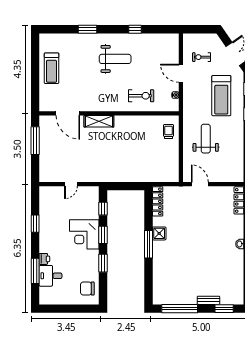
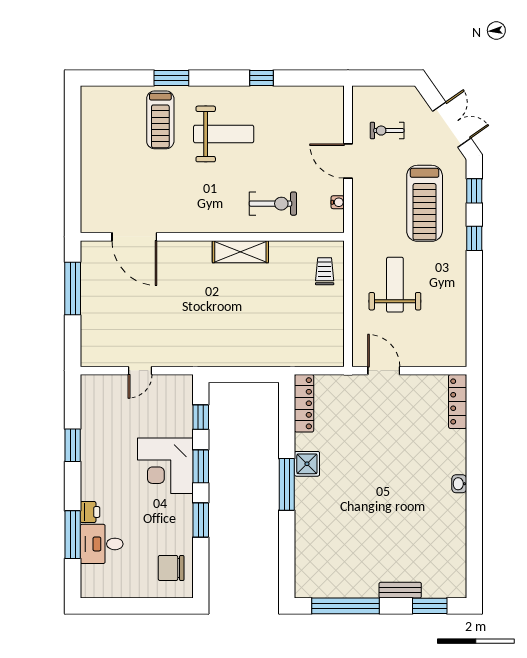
treadmill: (52, 68) -> (160, 120), moved
shelving: (99, 121) -> (240, 252), moved

